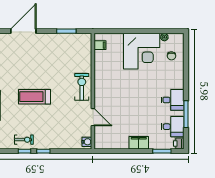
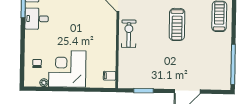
exercise bike: (82, 87) -> (129, 34), turned 180
treadmill: (35, 97) -> (177, 24), turned 90

